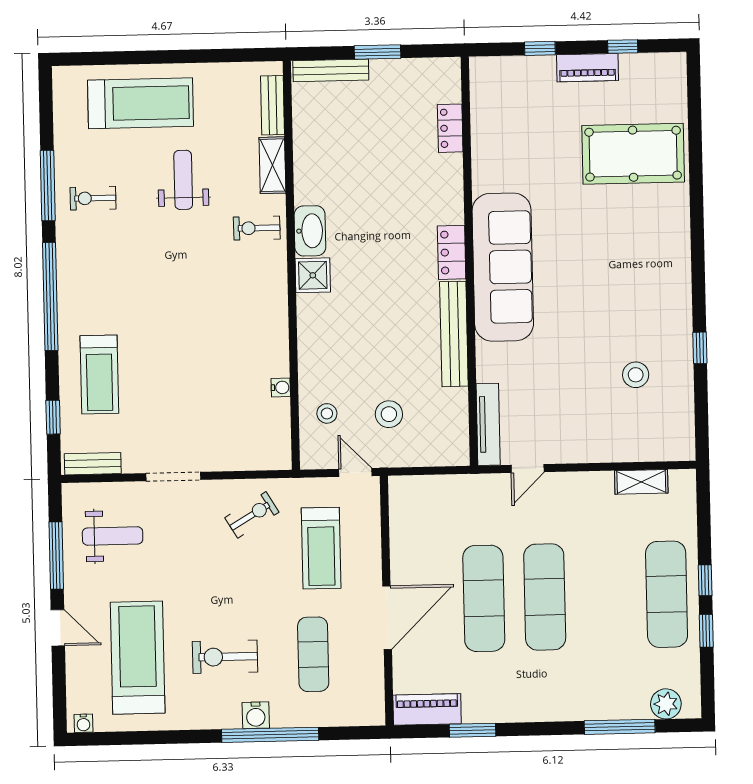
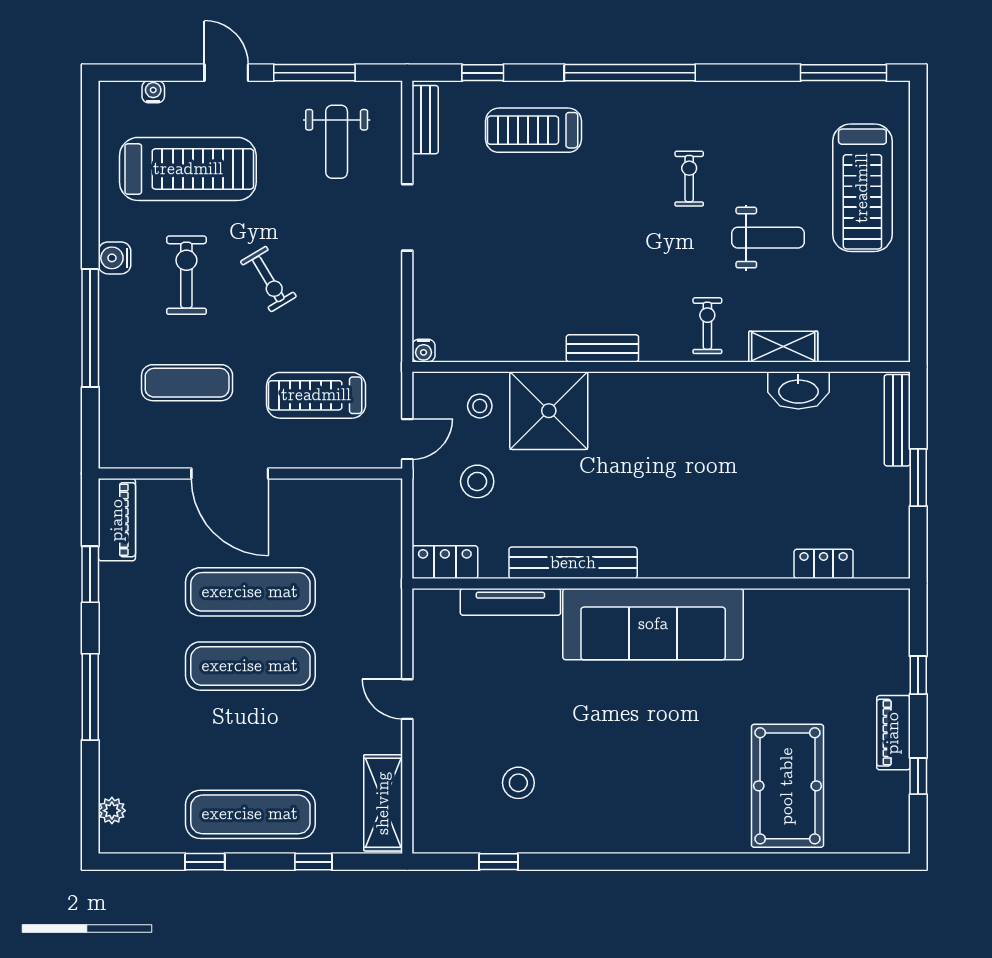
bench: (272, 105) -> (602, 348), moved
window: (48, 185) -> (844, 73), moved
exercise bike: (93, 198) -> (689, 179), moved
washbasin: (310, 231) -> (798, 390), moved
locker: (452, 252) -> (445, 562), moved
shower: (313, 275) -> (549, 411), moved, width x1.86, depth x1.86
window: (700, 348) -> (498, 862), moved
water cooler: (281, 387) -> (424, 351), moved
tv unit: (488, 424) -> (510, 602), moved
door: (528, 469) -> (407, 699), moved
shelving: (641, 482) -> (383, 803), width x1.50, depth x1.33
exercise bike: (252, 515) -> (268, 279), moved
window: (705, 580) -> (313, 862), moved
door: (58, 628) -> (226, 73), swing flipped
plant: (666, 704) -> (112, 811), width x0.73, depth x0.73
water cooler: (256, 715) -> (115, 258), moved
water cooler: (83, 723) -> (153, 92), moved, turned 90
window: (620, 727) -> (90, 697), moved

